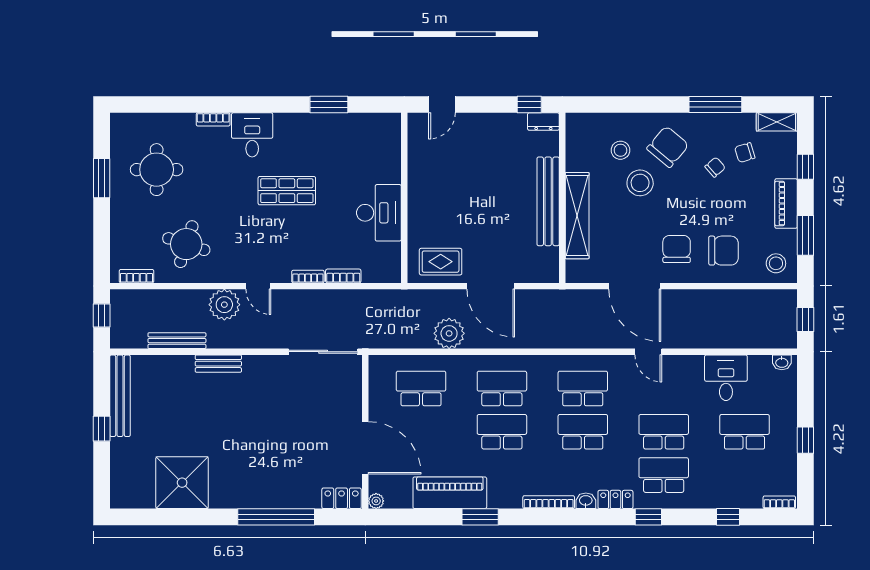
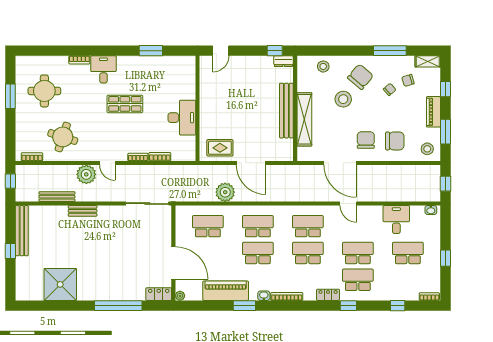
stool: (620, 150) -> (323, 66), moved
washbasin: (586, 501) -> (264, 296), moved

